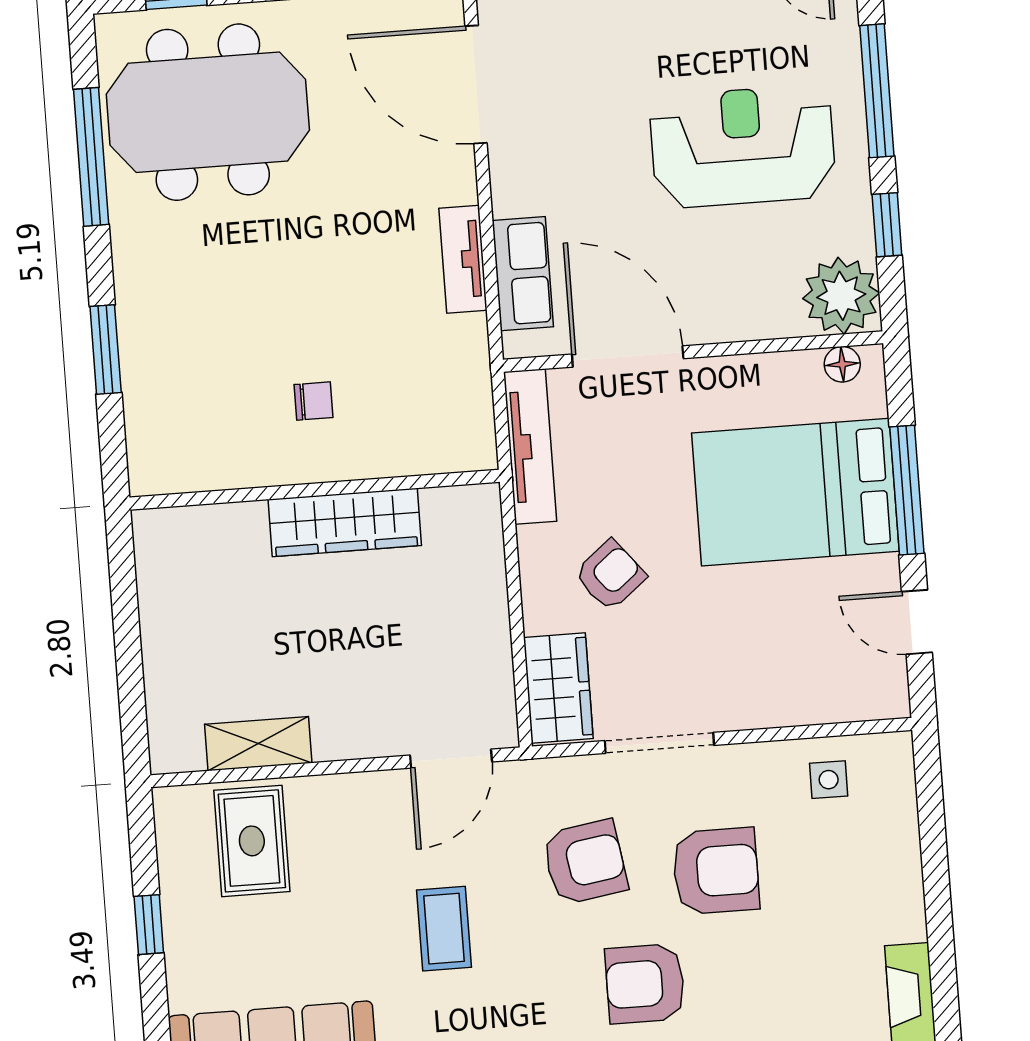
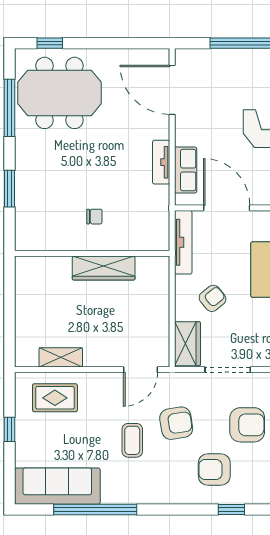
rug: (252, 841) -> (55, 398), turned 90
armchair: (585, 862) -> (176, 423), moved

